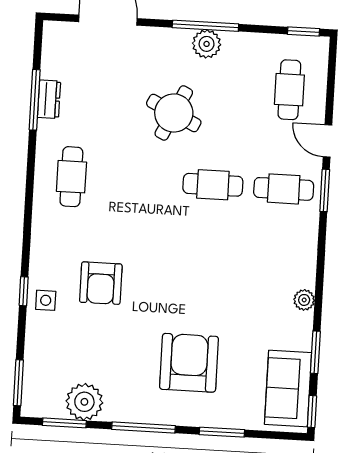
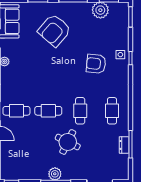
cafe table: (289, 90) -> (80, 111), moved
armchair: (101, 283) -> (96, 64), turned -84
armchair: (189, 363) -> (54, 30), turned 41

